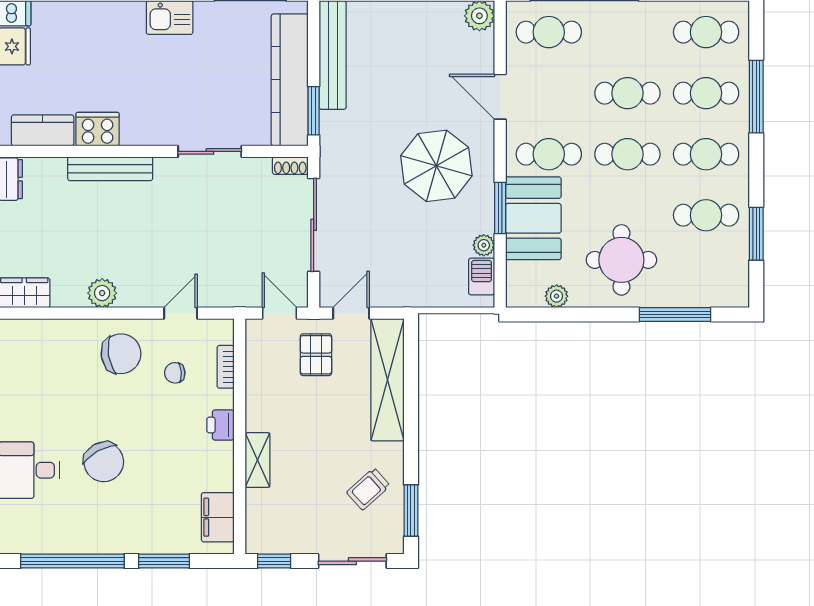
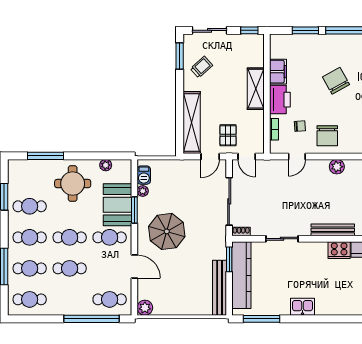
chair: (121, 354) -> (327, 136), turned -81
printer: (221, 425) -> (280, 100), width x1.87, depth x1.48
shelving: (257, 460) -> (256, 89), width x1.50, depth x1.33
filing cabinet: (218, 517) -> (278, 72), moved

